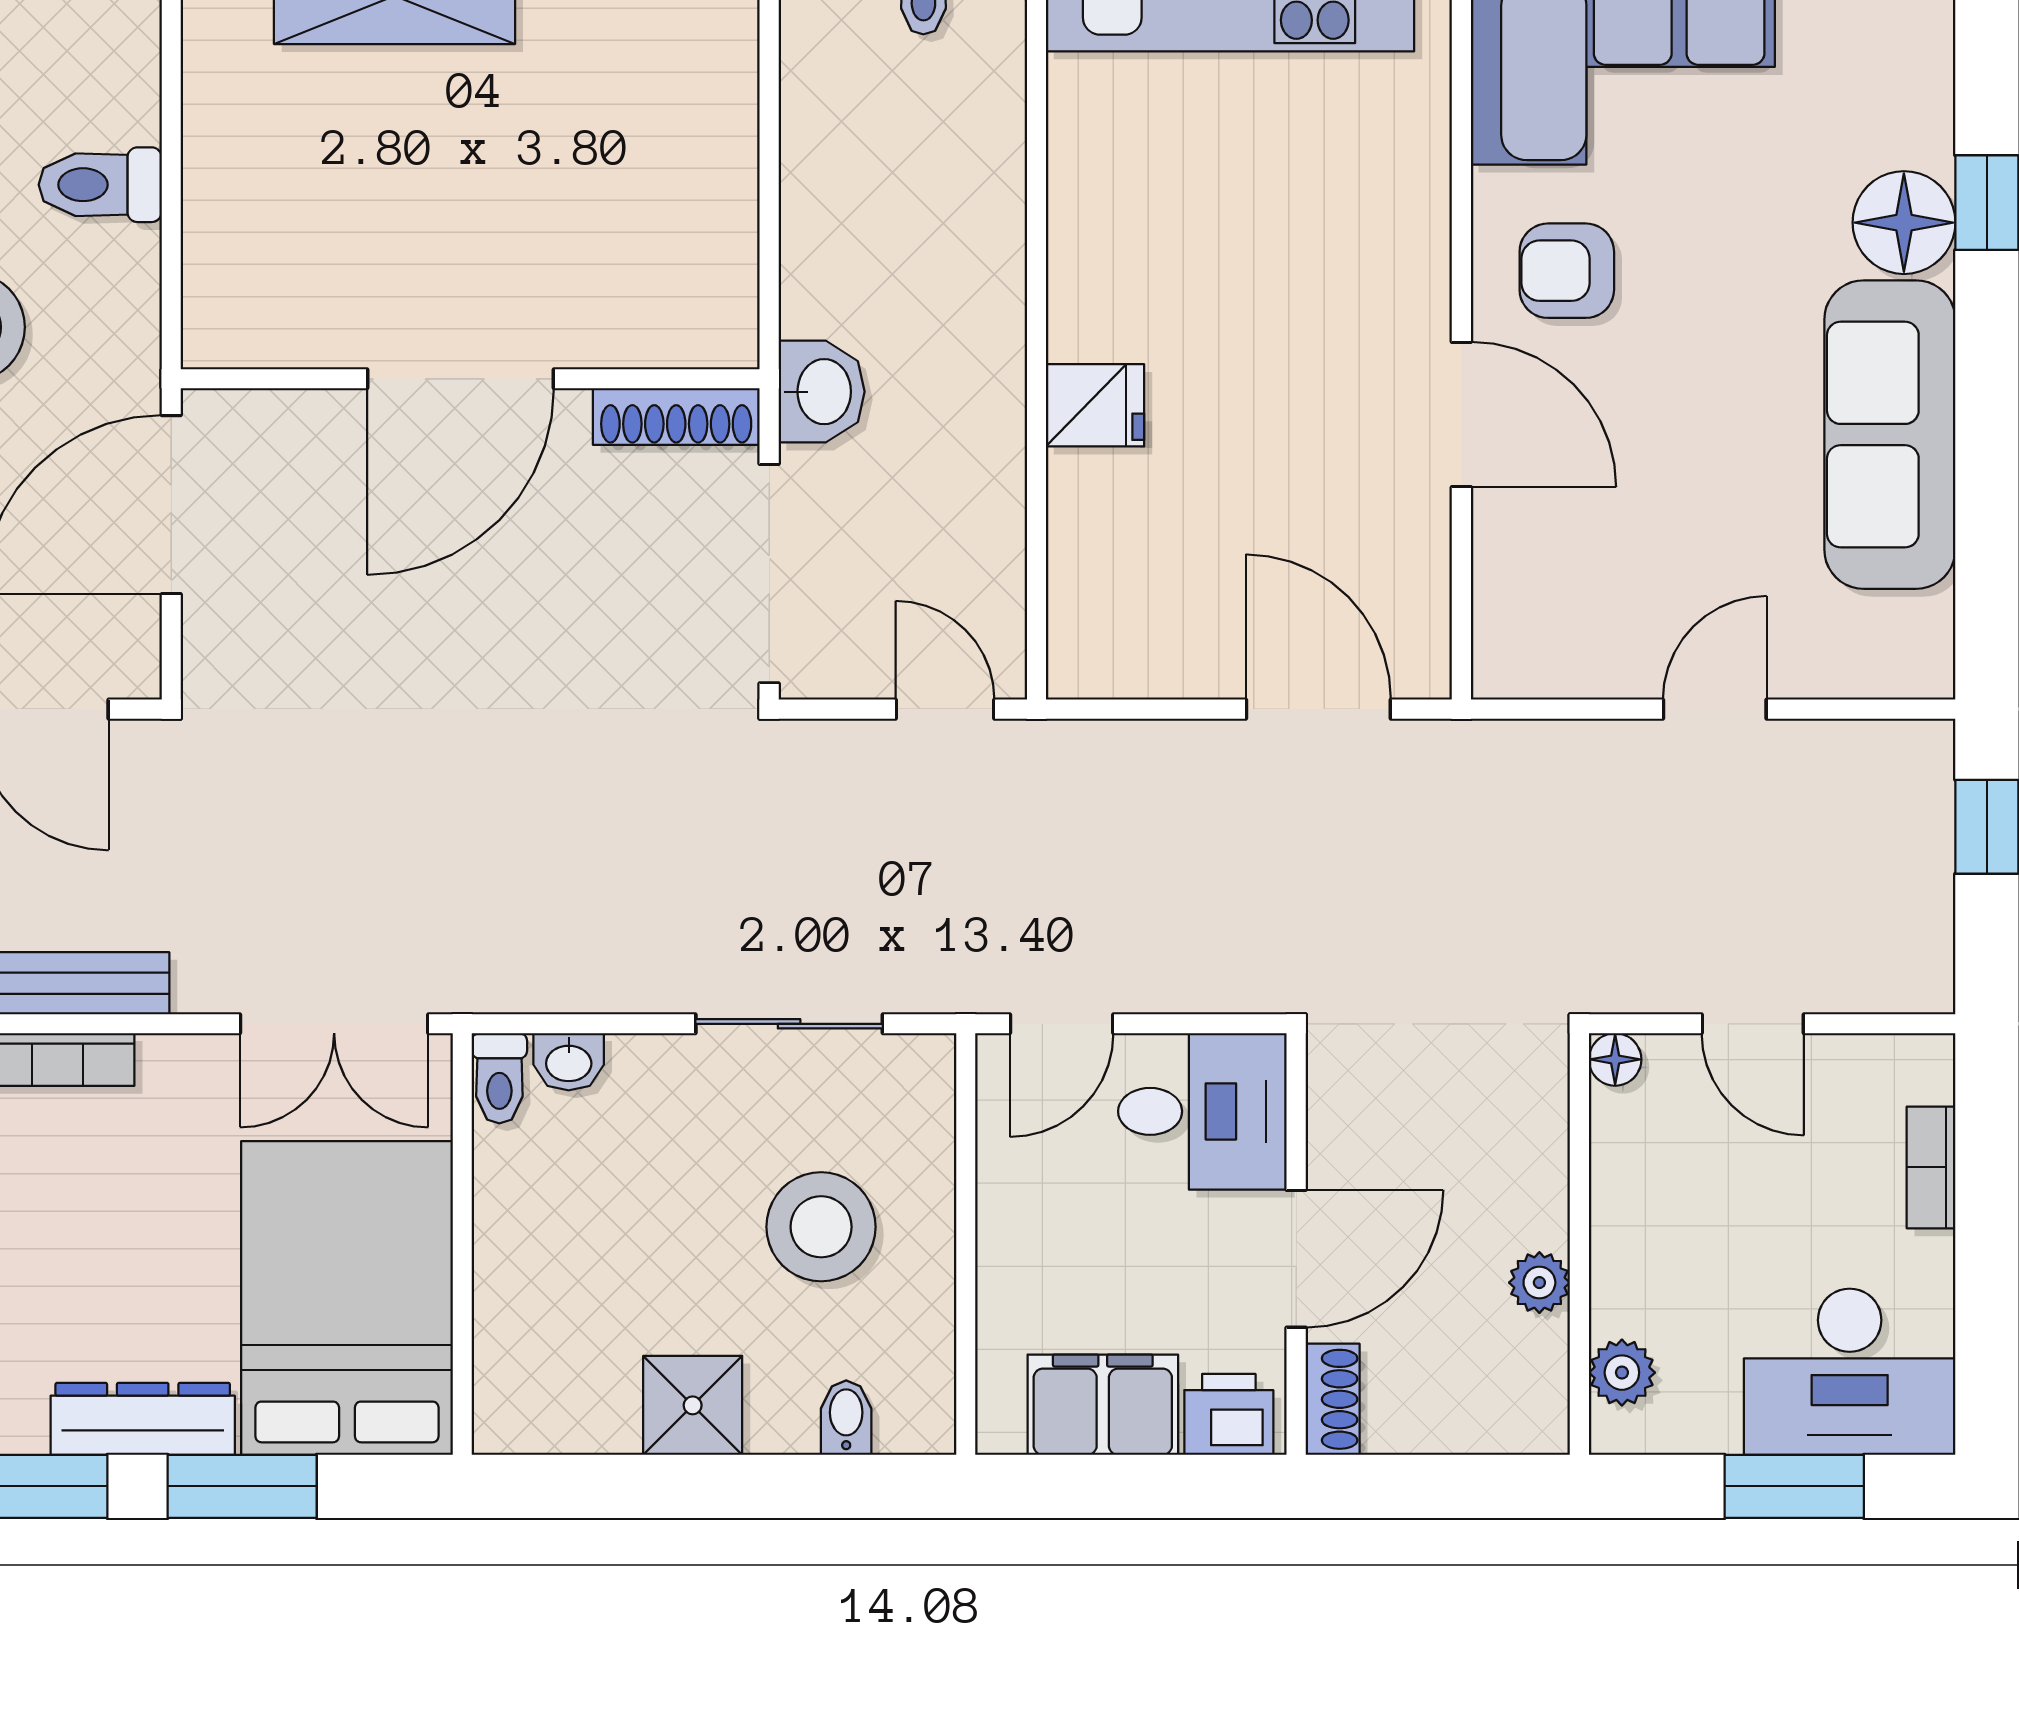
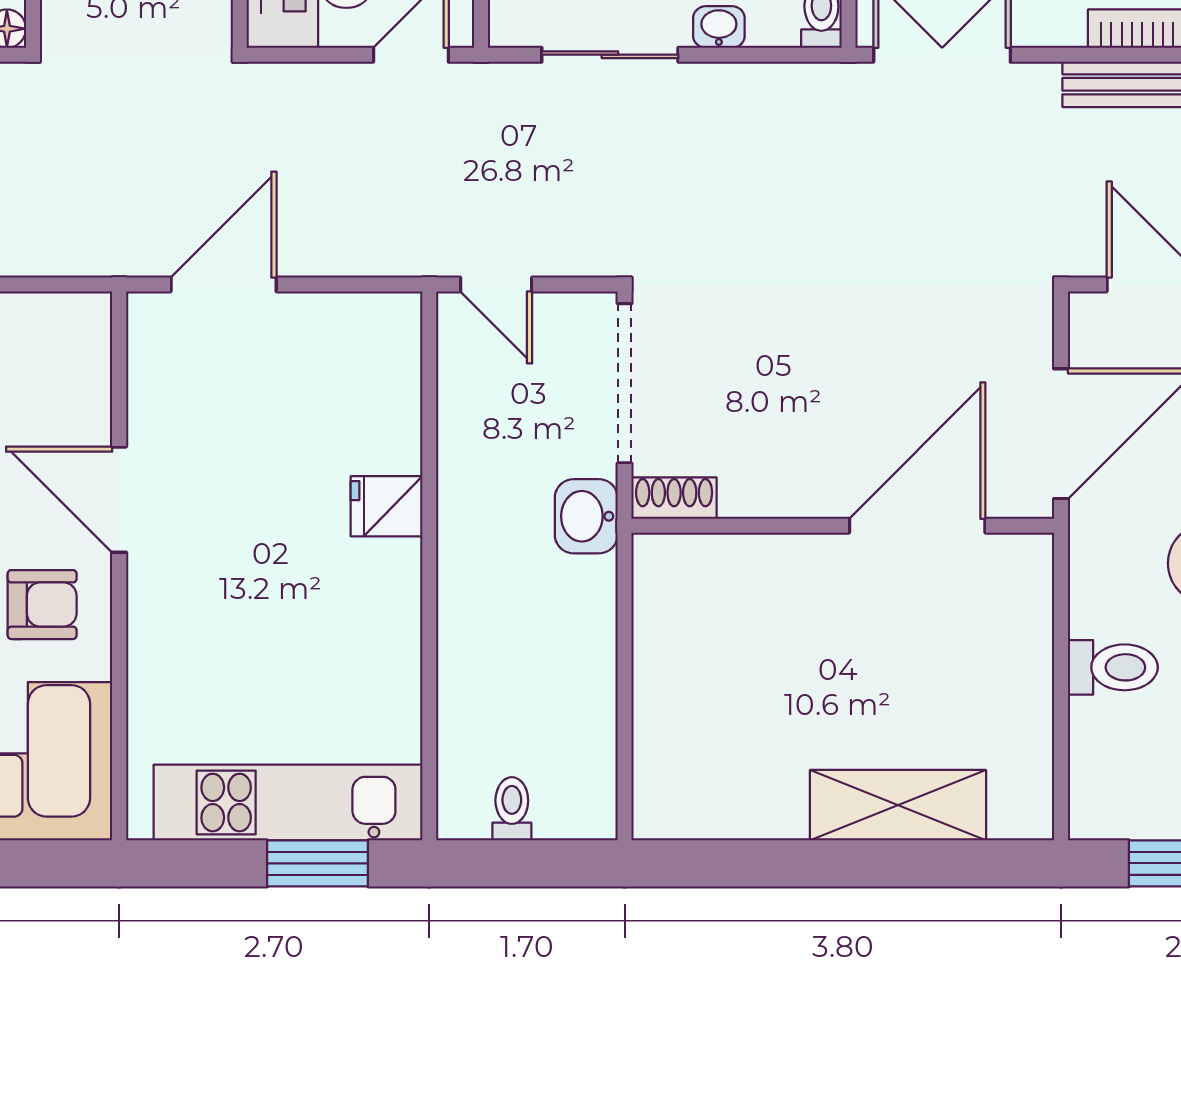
door: (461, 379) -> (917, 526), moved
shoe rack: (676, 416) -> (674, 498), width x0.70
door: (1318, 709) -> (224, 284), swing flipped
washbasin: (569, 1062) -> (719, 27), moved

